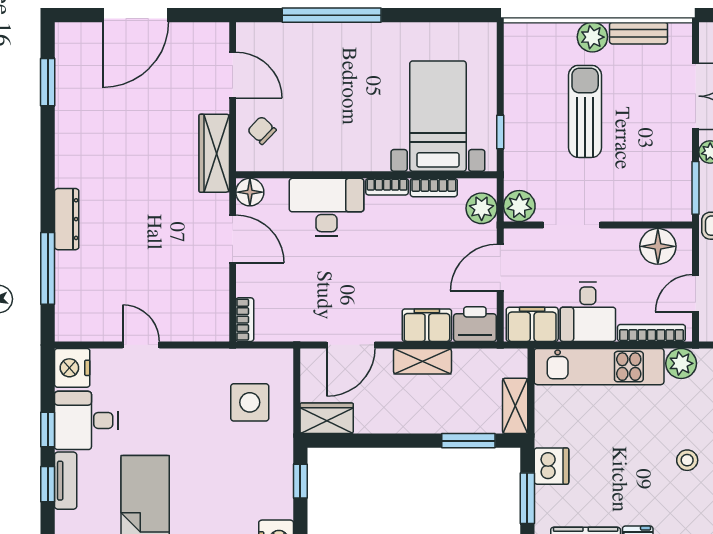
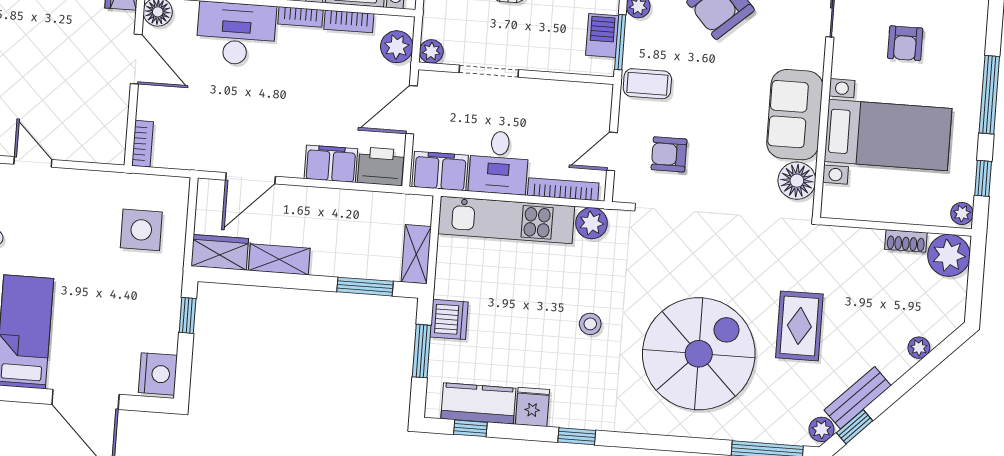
barbecue: (678, 183) -> (602, 35), added
plant: (519, 206) -> (431, 51), width x0.73, depth x0.73
floor lamp: (658, 246) -> (577, 100), removed
shelving: (422, 361) -> (279, 259), moved

